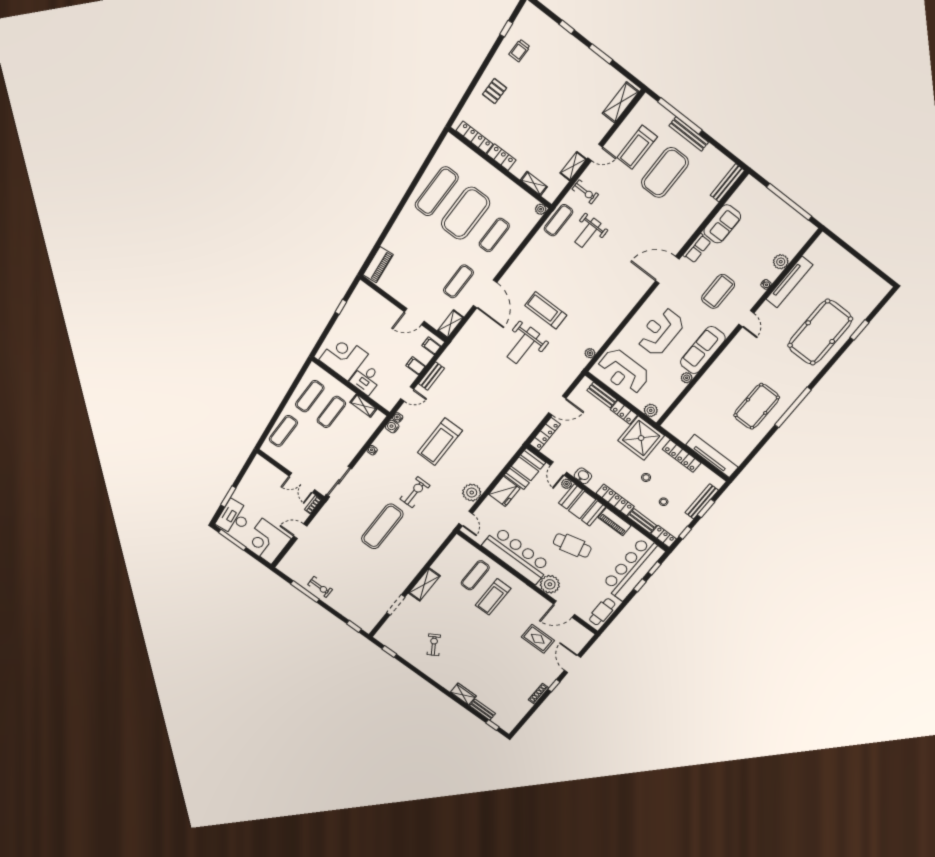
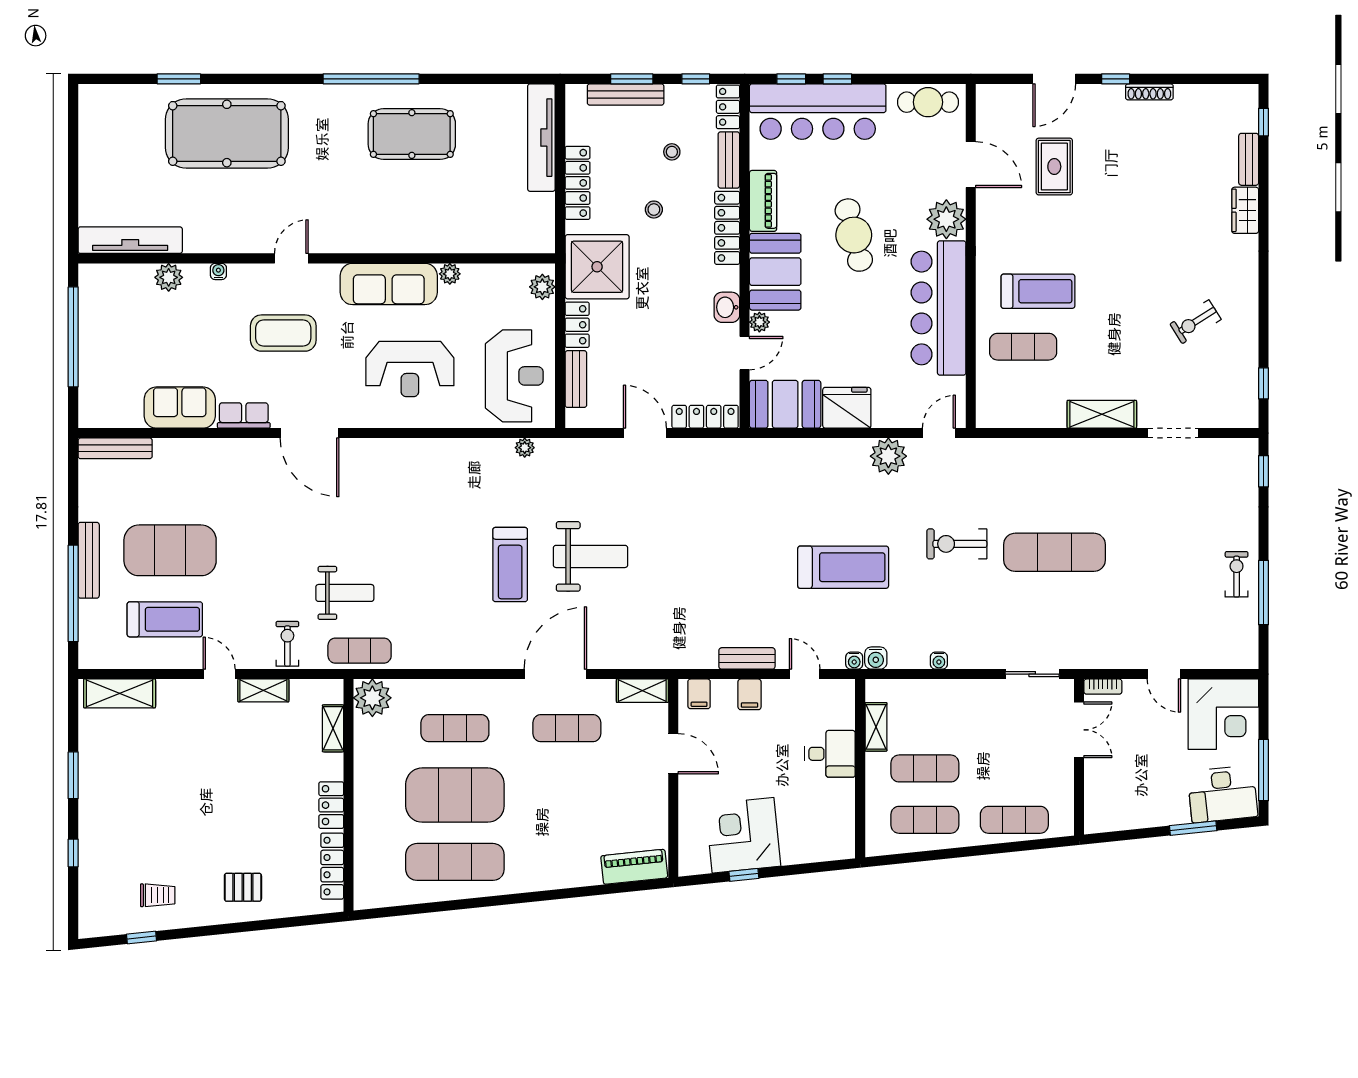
plant: (541, 209) -> (372, 698), width x1.87, depth x1.87
tv unit: (789, 282) -> (130, 240), moved
corner desk: (344, 357) -> (743, 835), moved, turned 84
sliding door: (339, 482) -> (1032, 674), width x0.73

